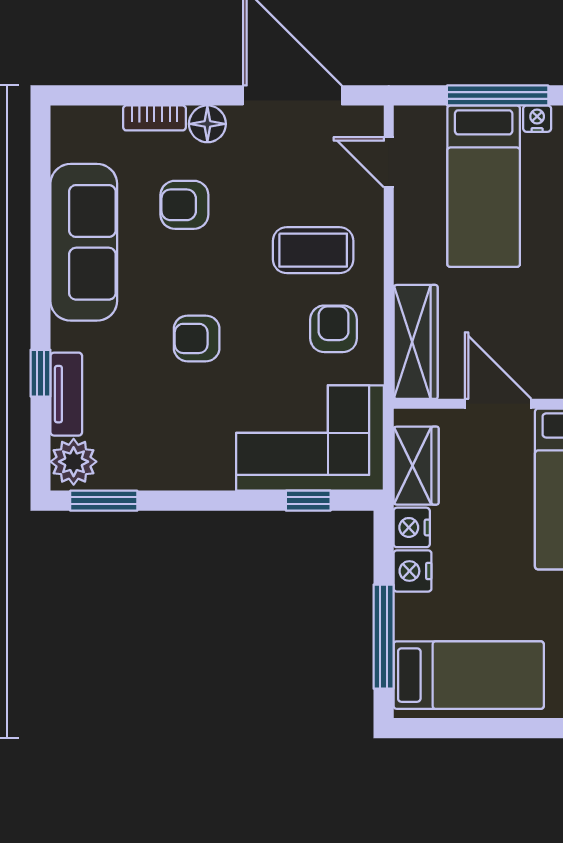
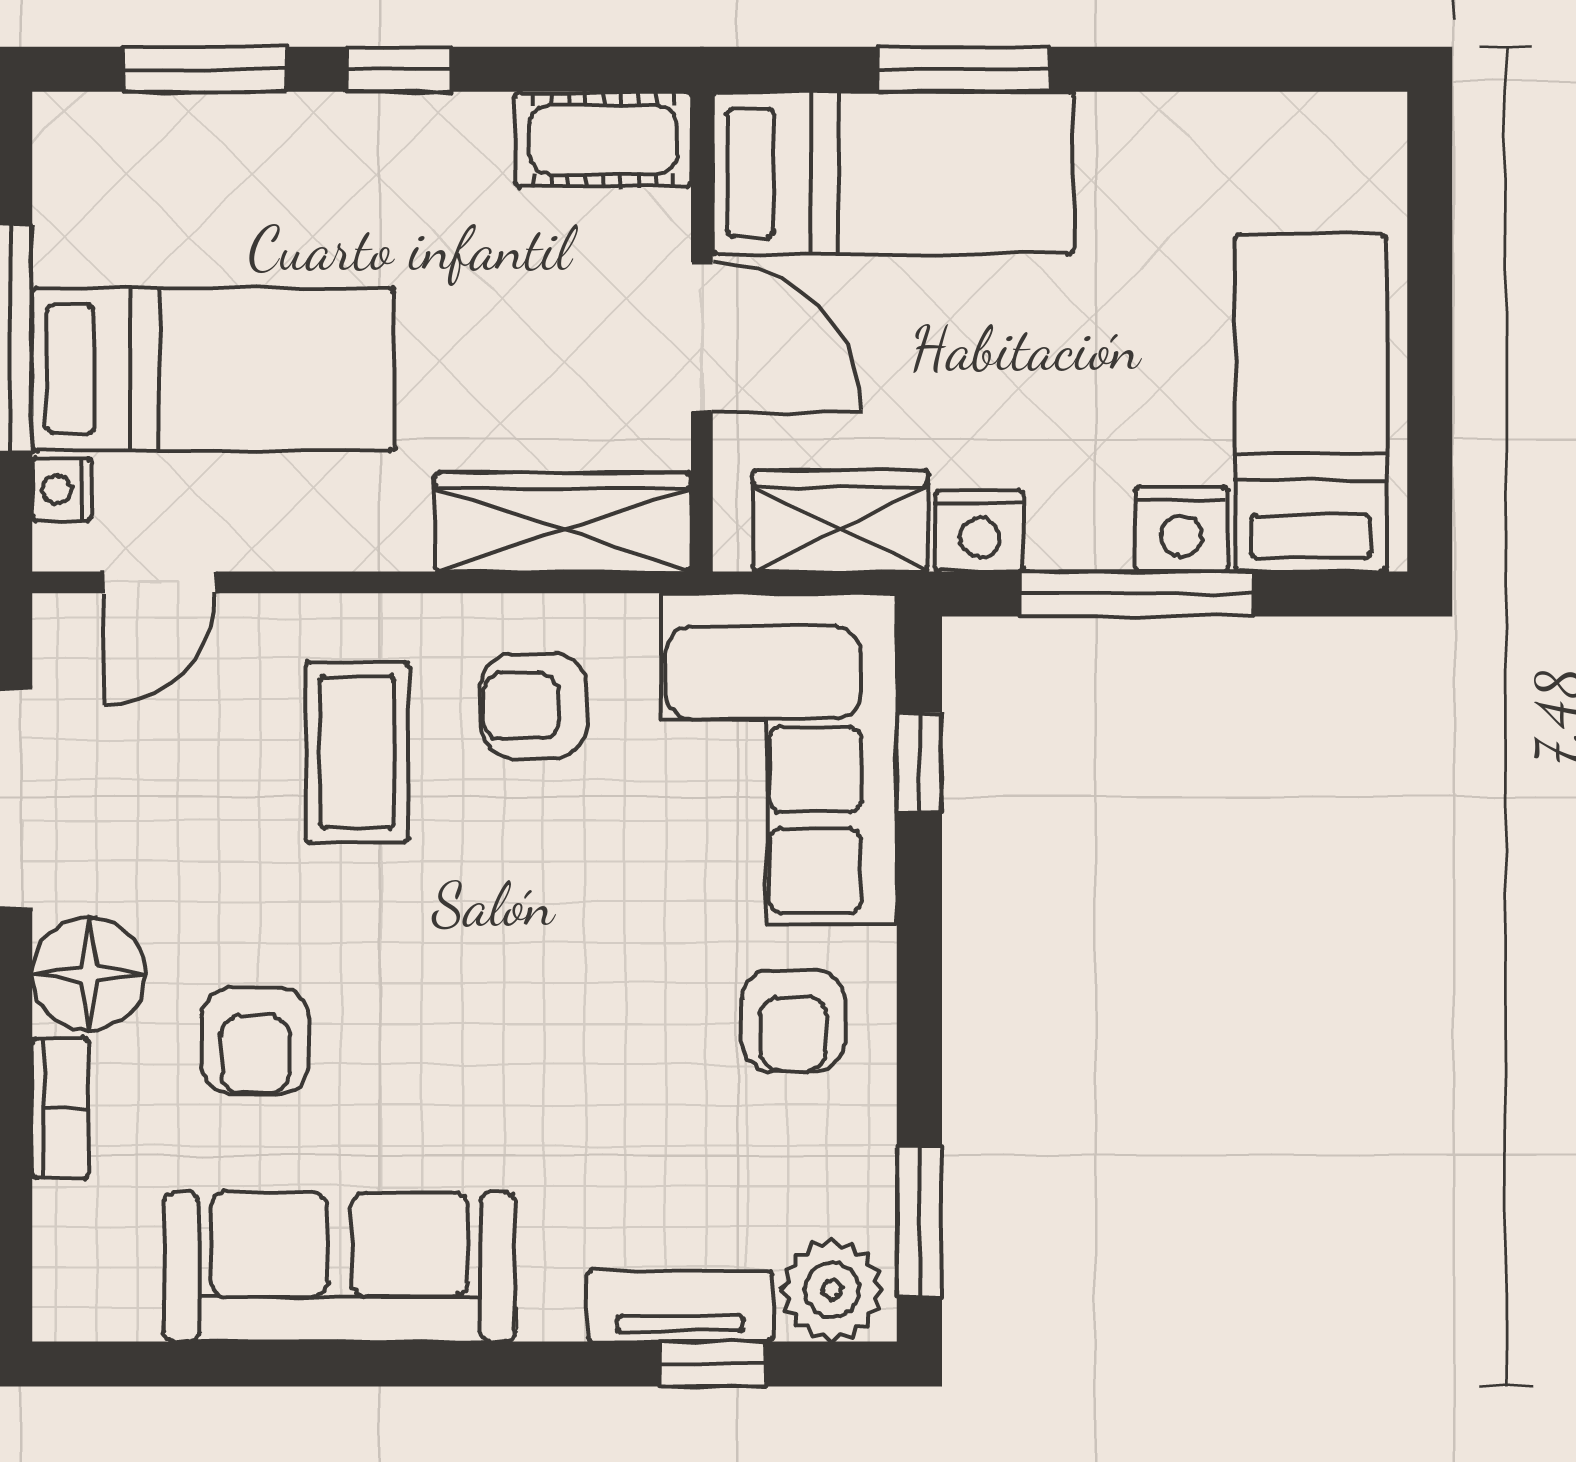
nightstand: (537, 119) -> (62, 489), moved
floor lamp: (207, 124) -> (89, 974), width x1.38, depth x1.38
armchair: (197, 338) -> (793, 1021), moved
window: (41, 373) -> (713, 1364), moved
door: (498, 404) -> (702, 337), swing flipped
nightstand: (412, 571) -> (1181, 529), moved
window: (384, 637) -> (1137, 594), moved

